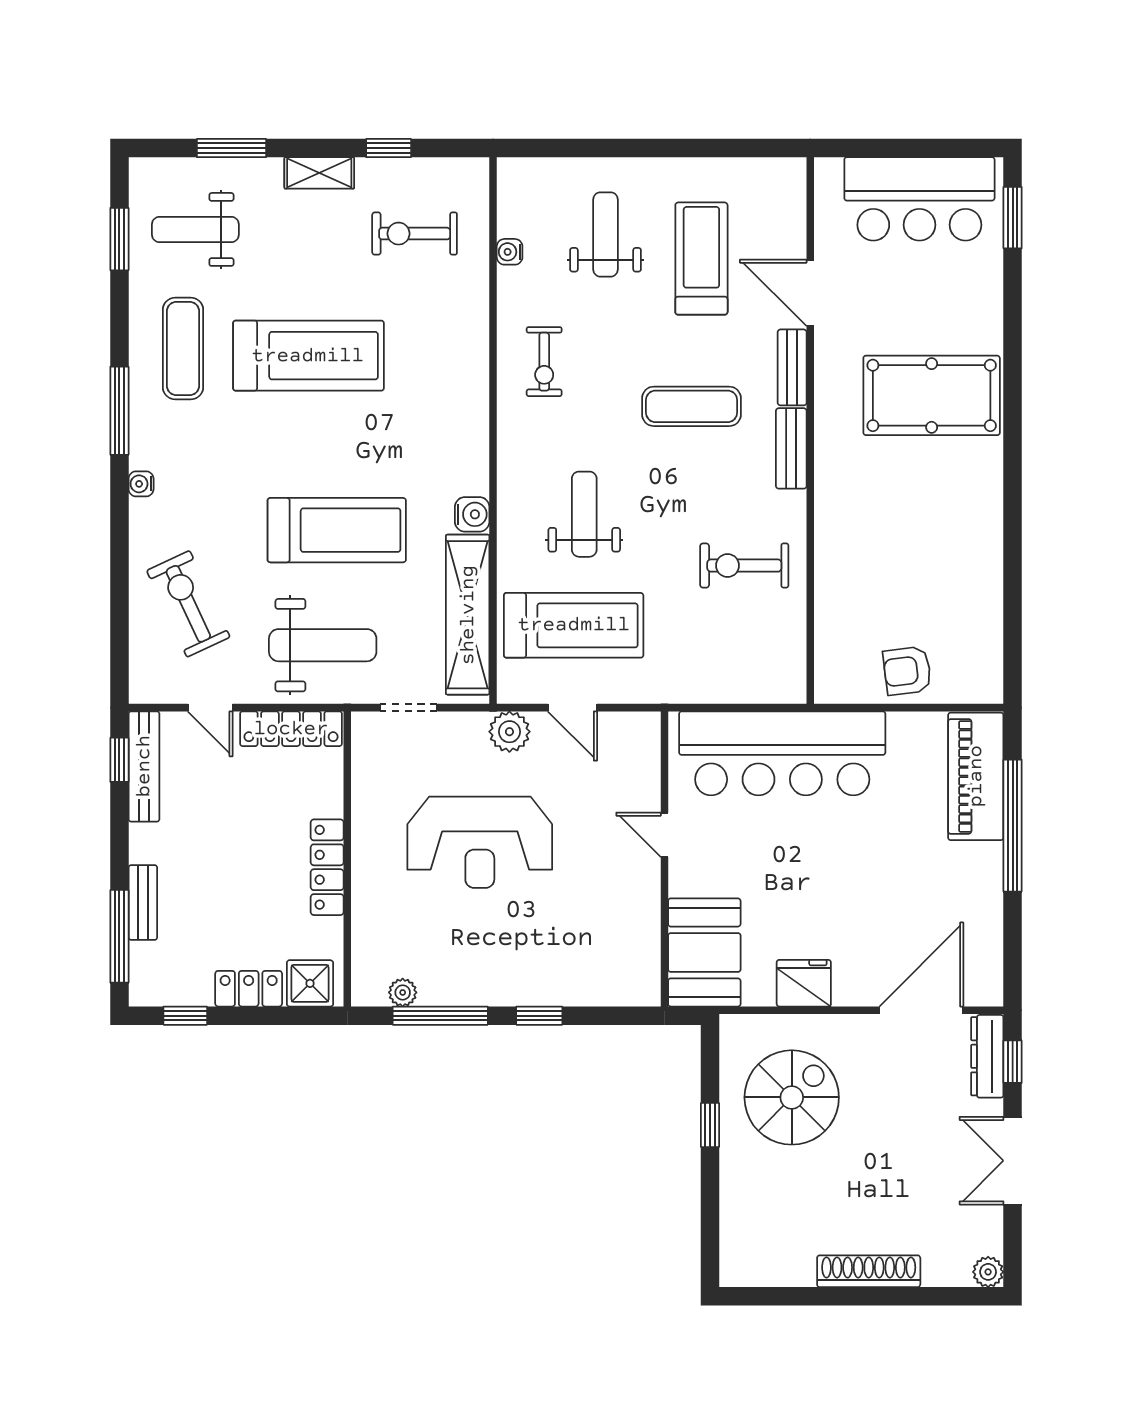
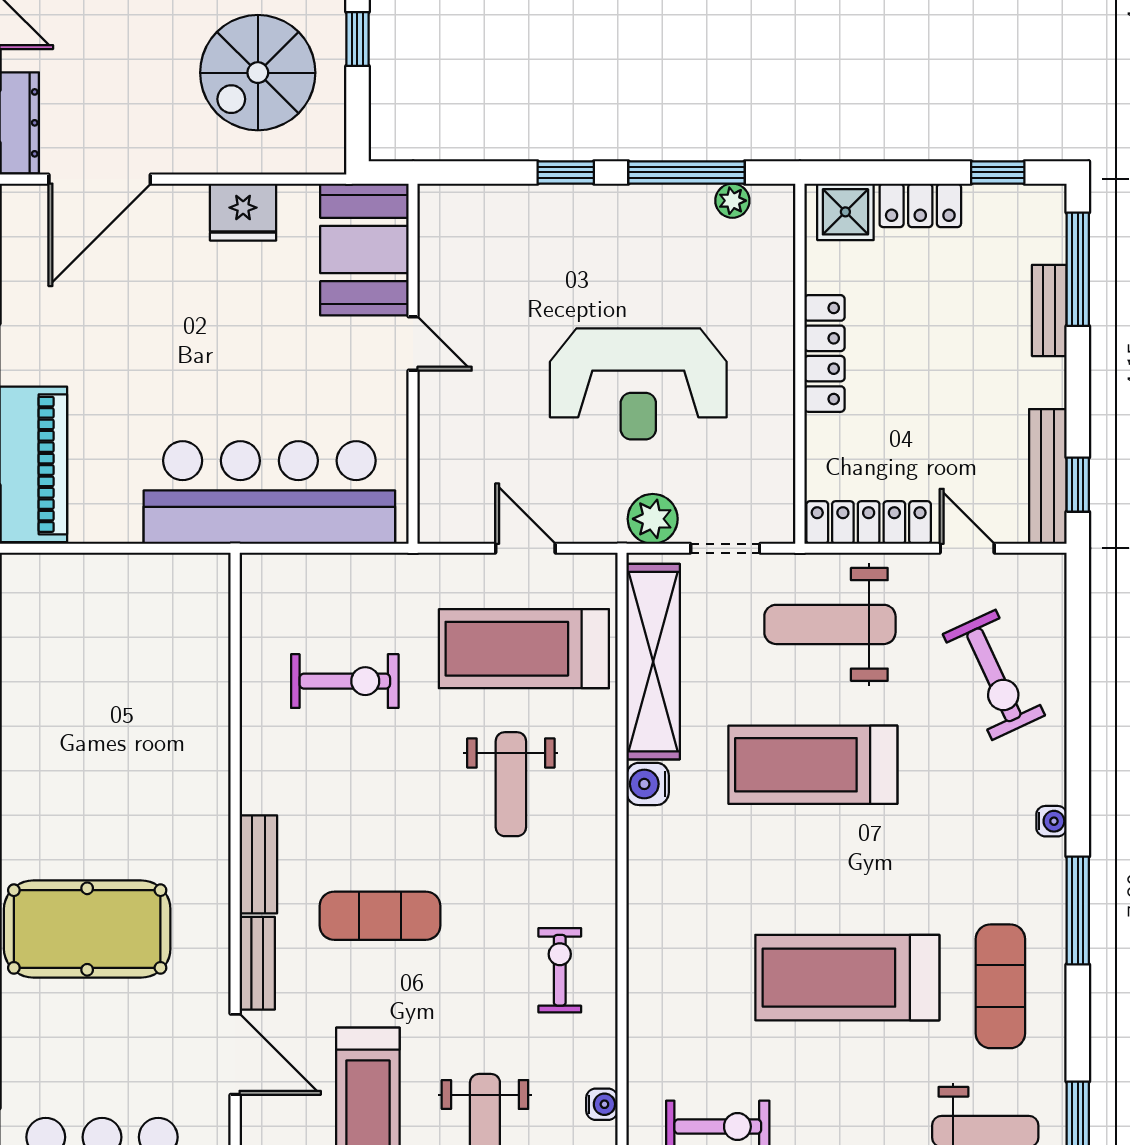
exercise bike: (744, 566) -> (345, 681), moved
armchair: (907, 671) -> (117, 593), removed
plant: (509, 732) -> (653, 519), moved
door: (664, 835) -> (413, 344), moved
reception desk: (480, 842) -> (638, 384), turned 180

